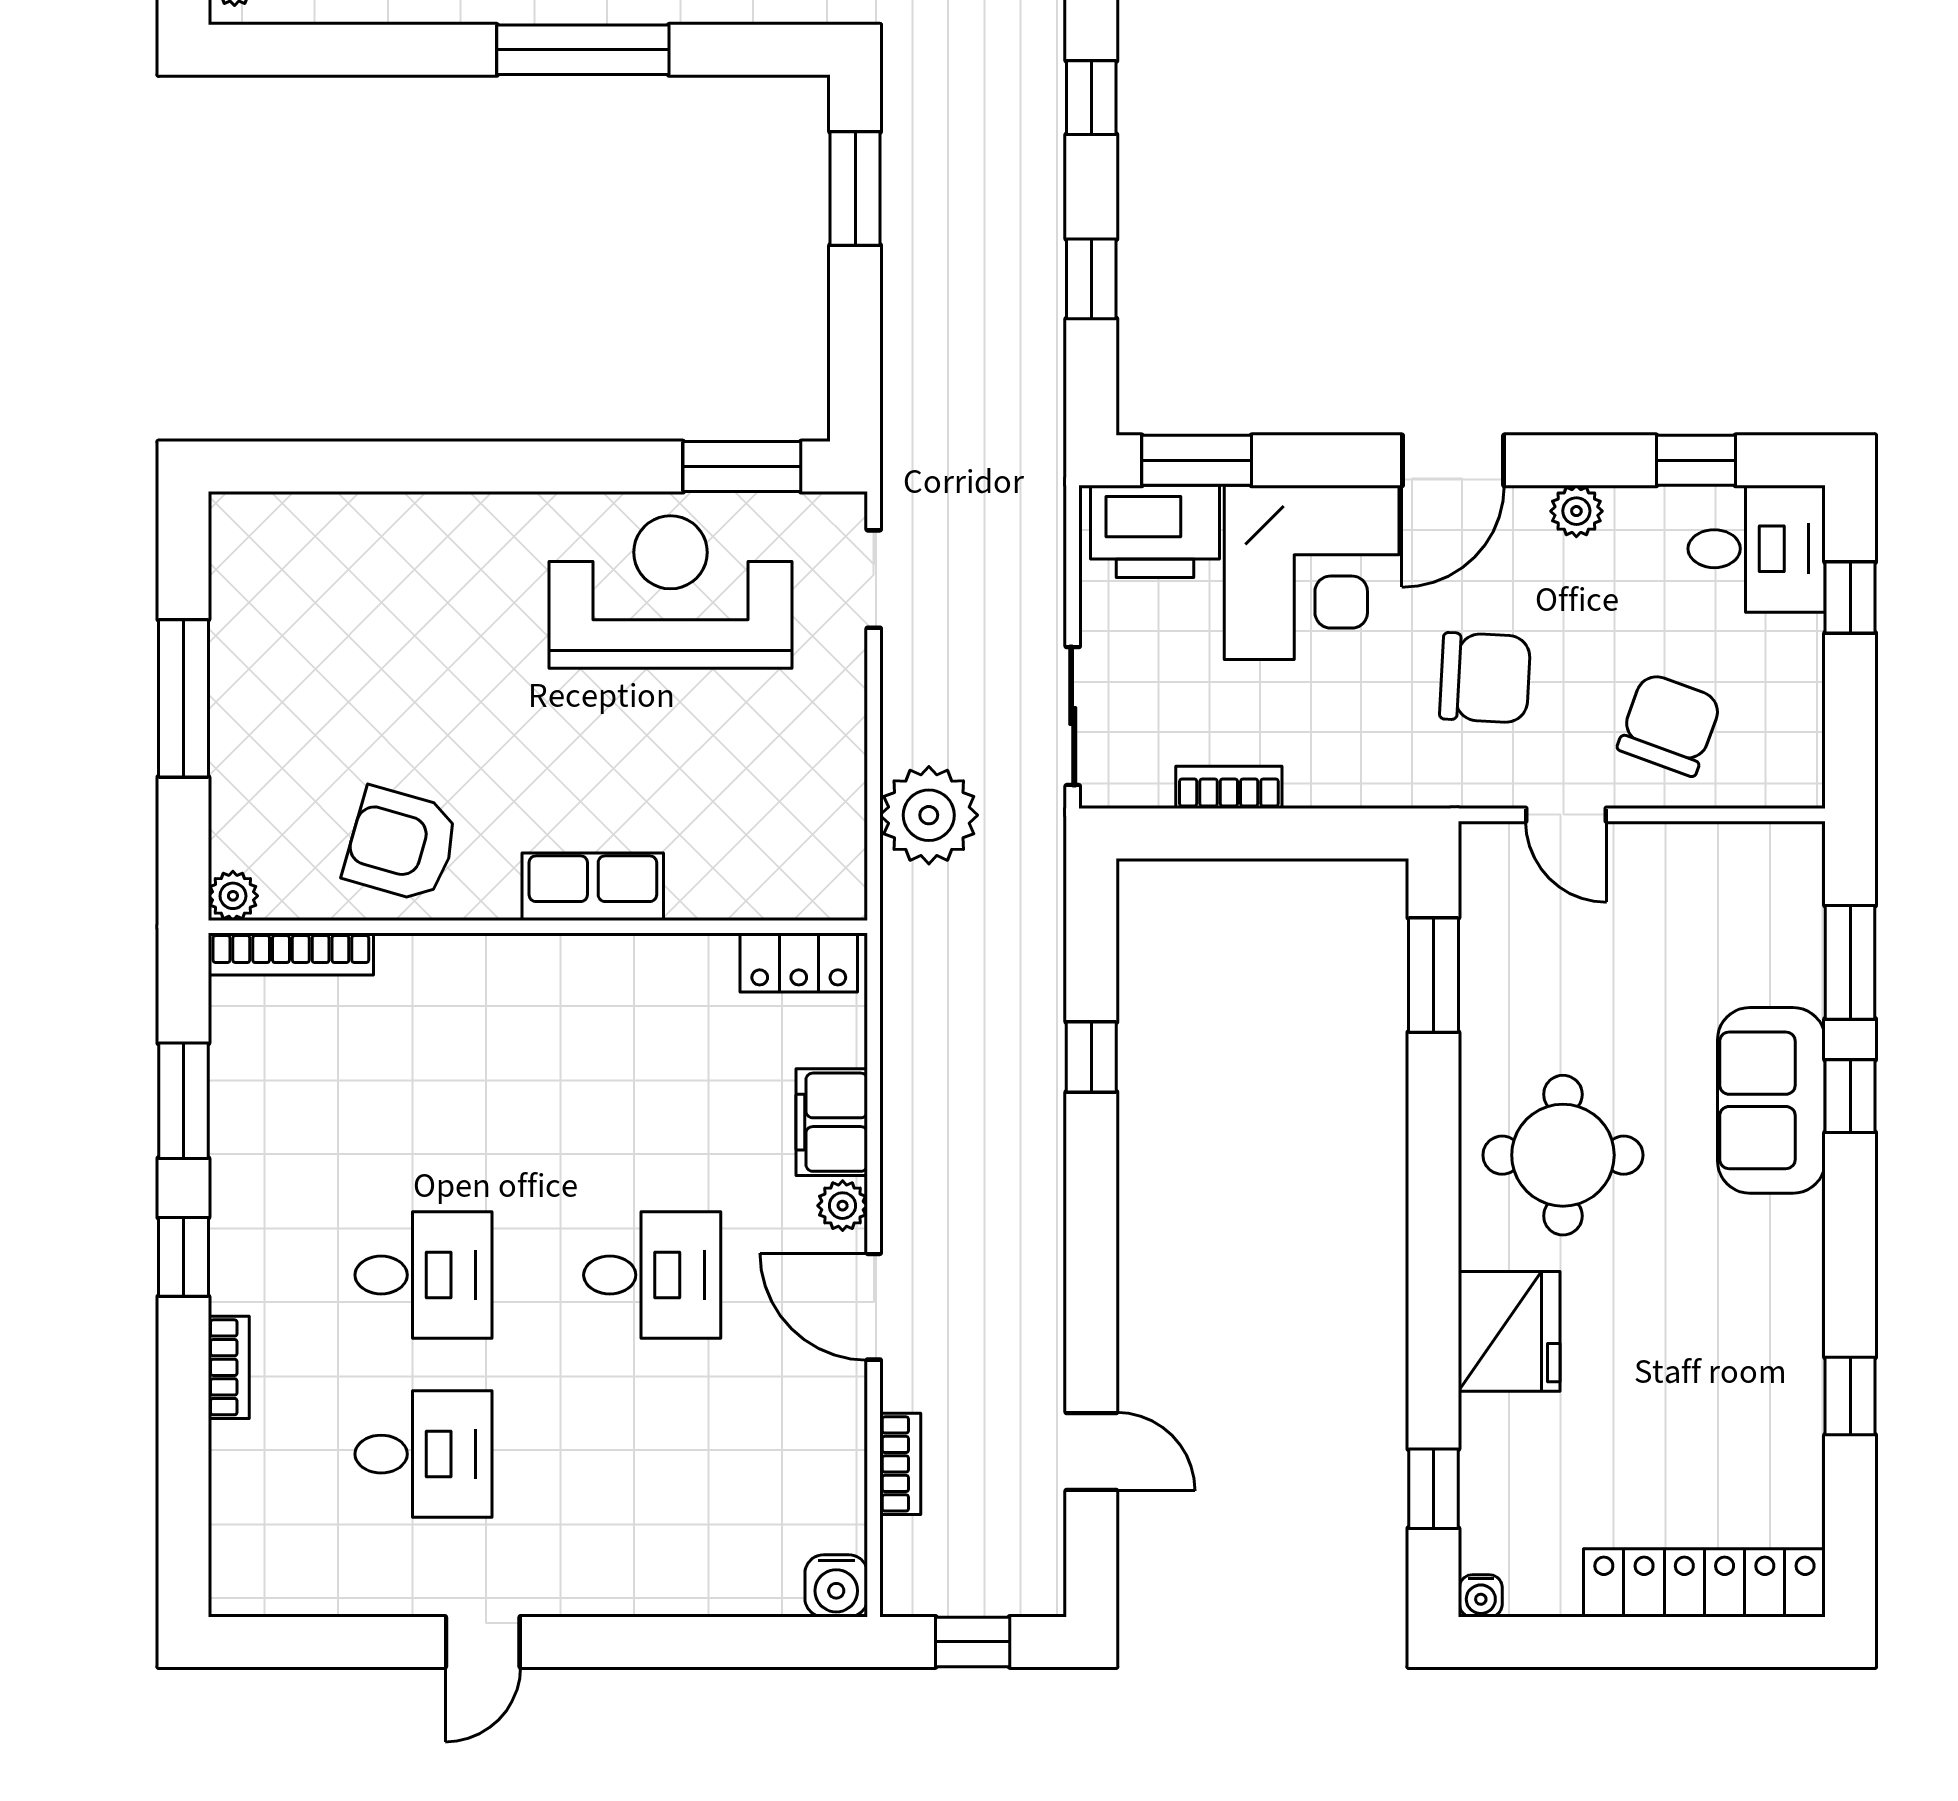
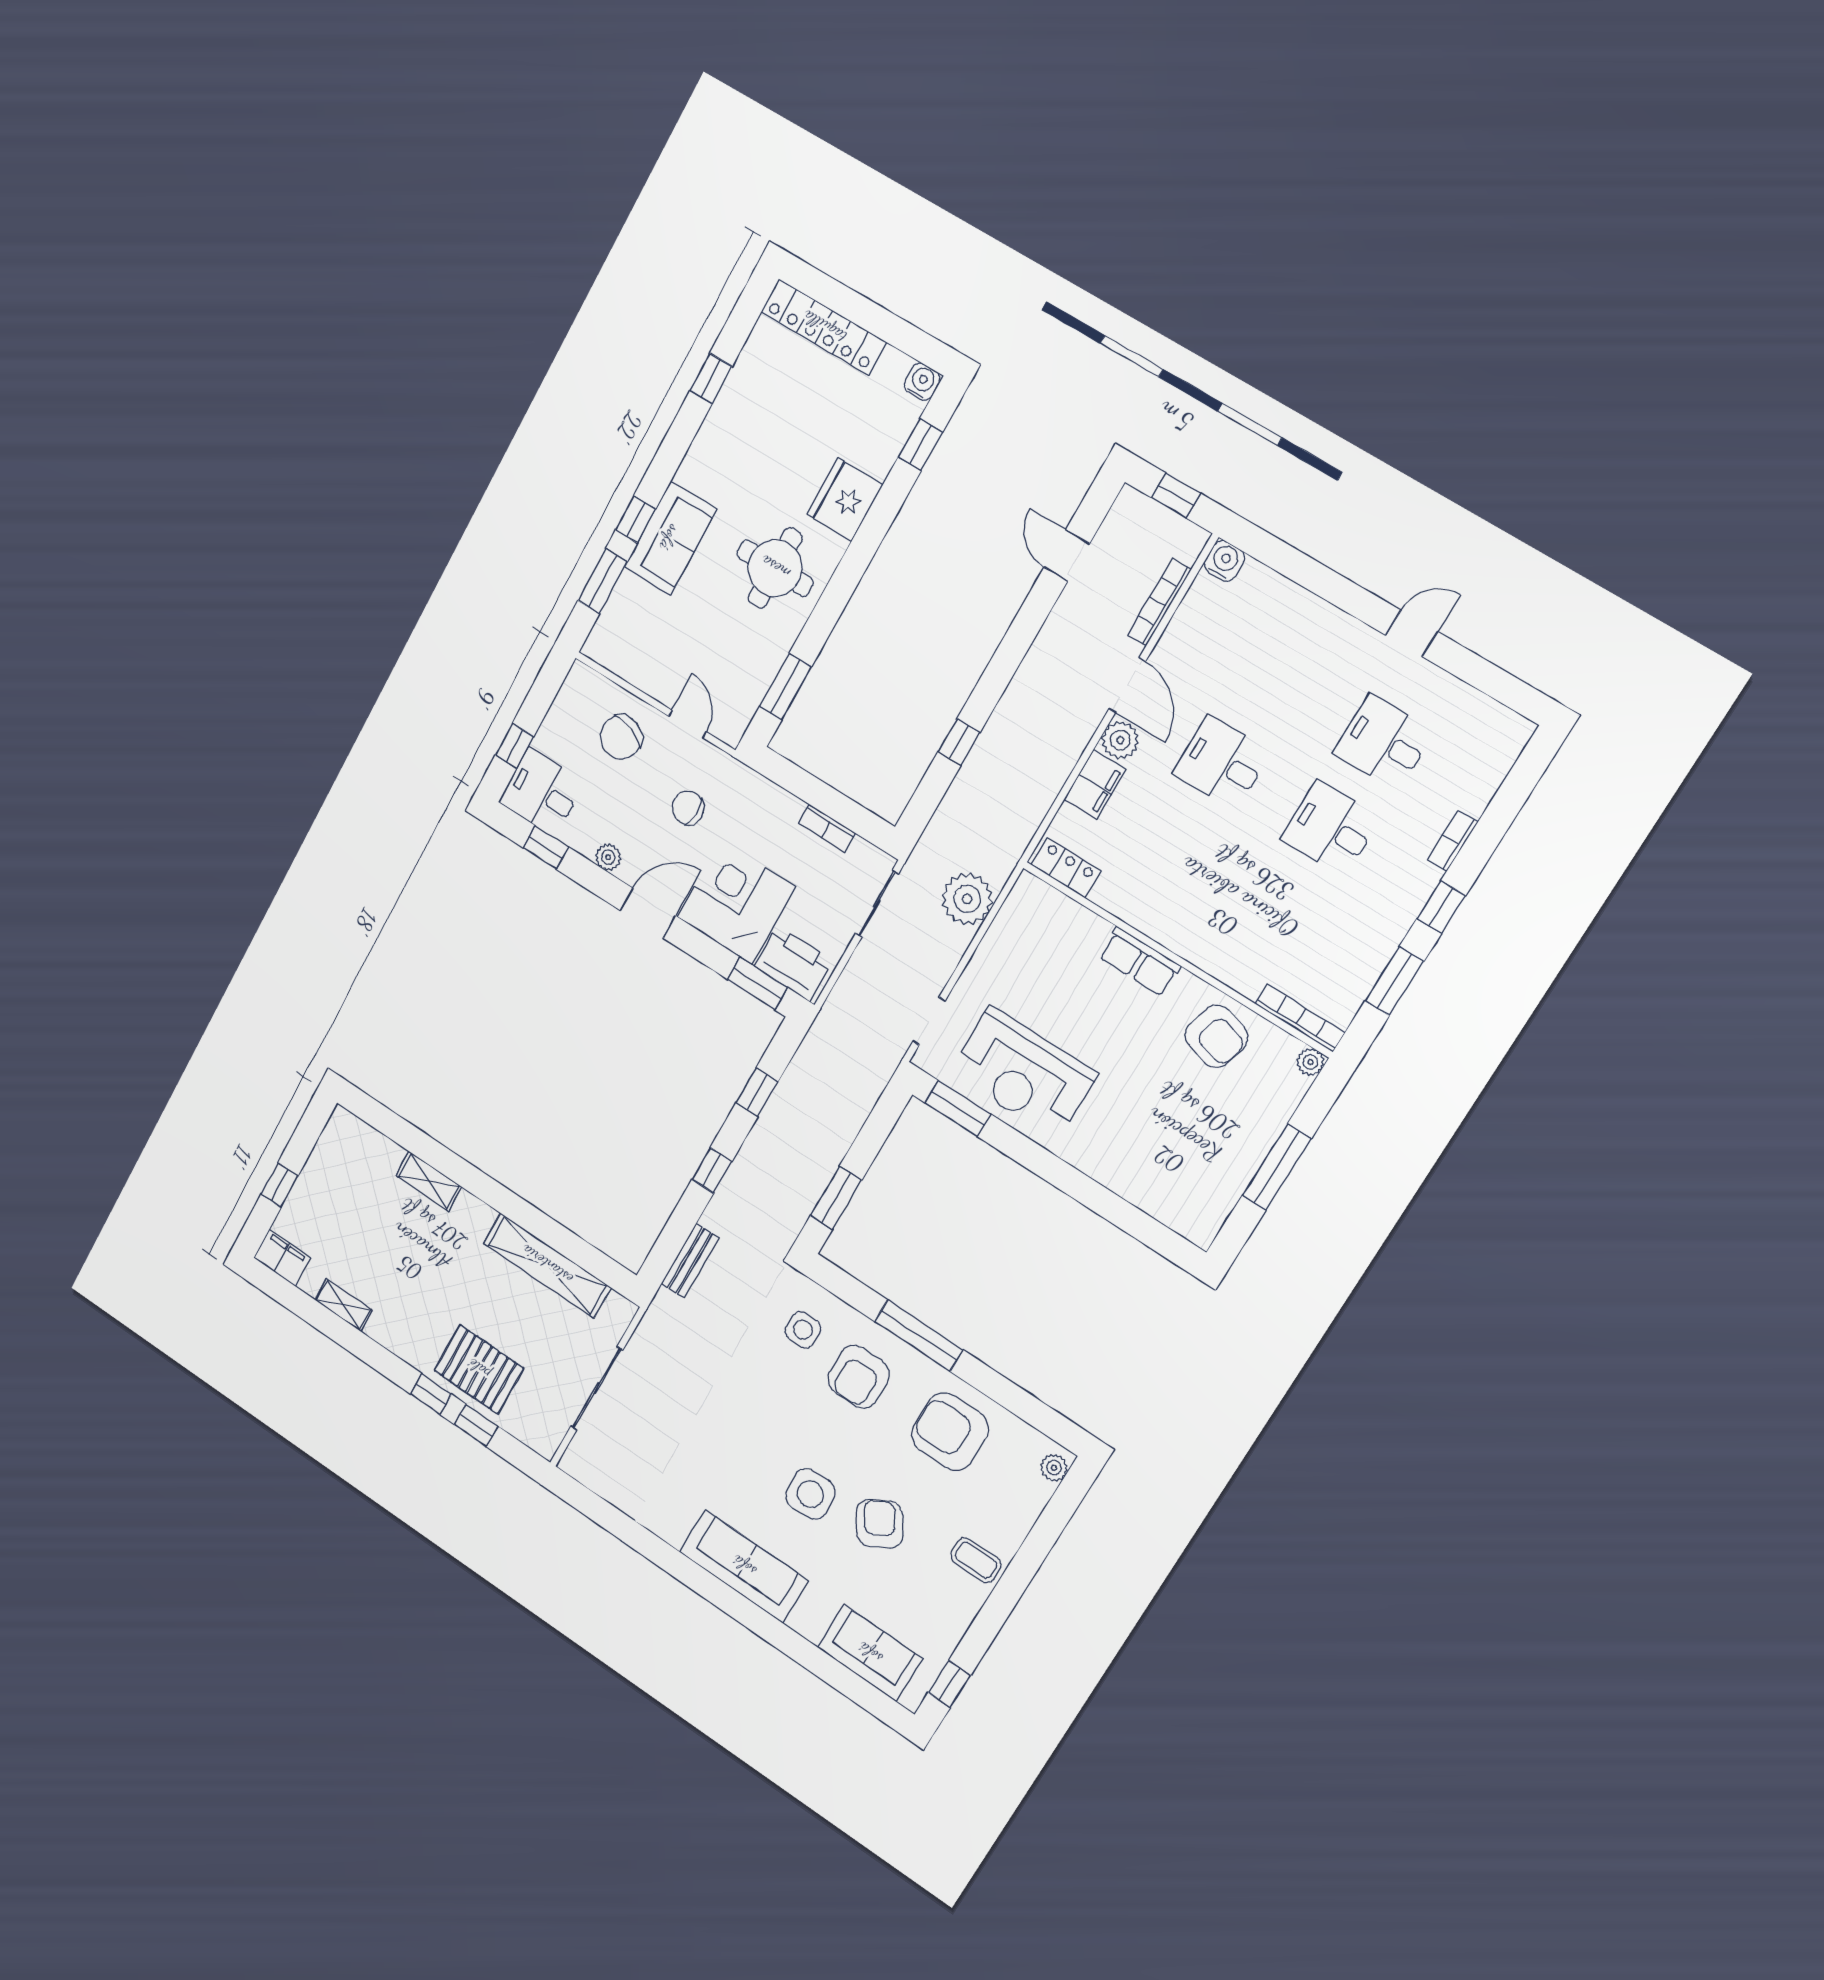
chair: (1485, 678) -> (688, 808), width x0.73, depth x0.73
plant: (843, 1206) -> (1120, 740), width x1.38, depth x1.38
bookcase: (900, 1464) -> (1159, 602), width x1.56
water cooler: (1481, 1596) -> (922, 382), width x1.38, depth x1.38

